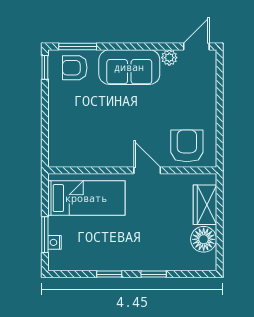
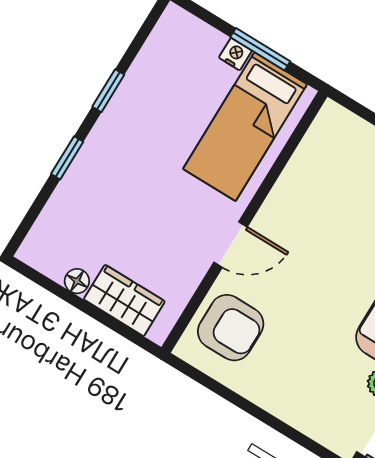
window: (45, 235) -> (260, 49), moved
floor lamp: (204, 239) -> (77, 281), width x0.53, depth x0.53
nightstand: (55, 242) -> (235, 54), moved

